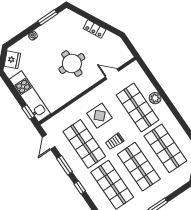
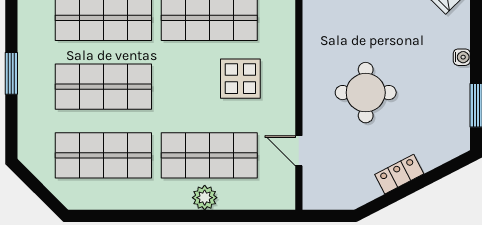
door: (112, 74) -> (299, 151), swing flipped
trolley: (115, 141) -> (177, 74), removed

